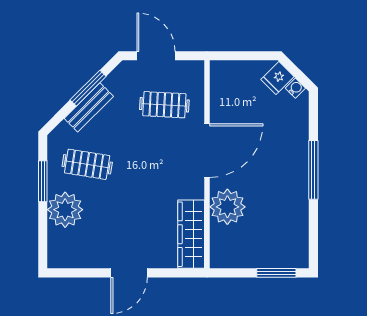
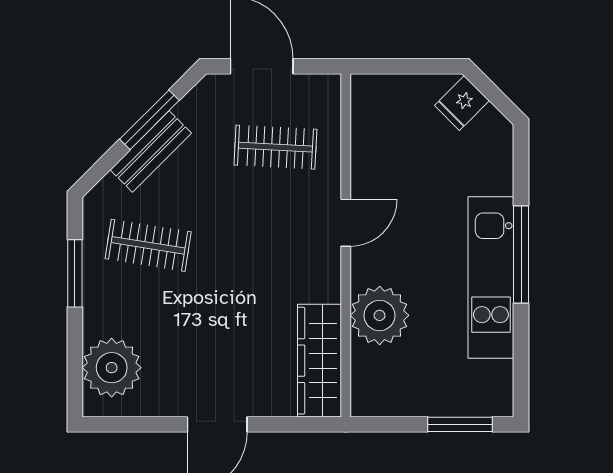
water cooler: (295, 88) -> (492, 120), removed
door: (207, 151) -> (346, 223), width x0.53
kitchen unit: (295, 184) -> (491, 277), added
plant: (65, 210) -> (112, 368), moved

